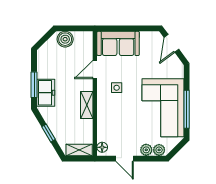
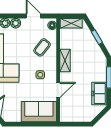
boiler: (65, 39) -> (83, 115), removed
freezer: (46, 93) -> (99, 94), moved
coffee table: (114, 121) -> (42, 47), added

